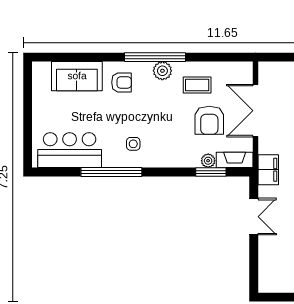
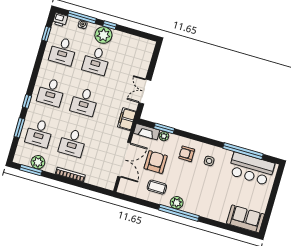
sofa: (77, 76) -> (246, 219), moved
armchair: (121, 82) -> (187, 154), moved
window: (111, 172) -> (243, 151), moved

